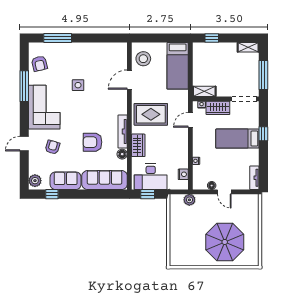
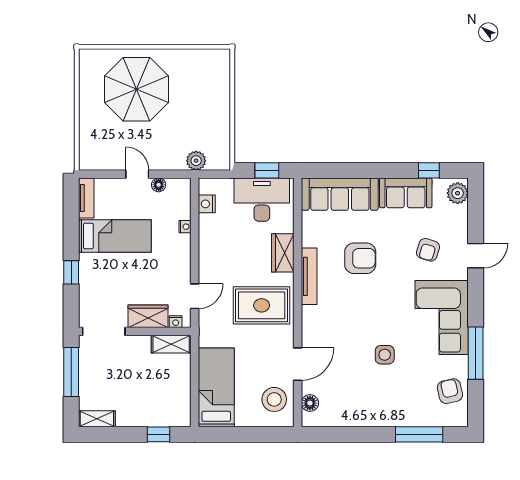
bed: (237, 139) -> (115, 236), moved
floor lamp: (122, 154) -> (310, 403), moved

